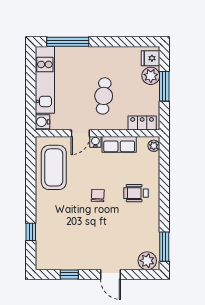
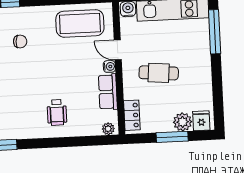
wheelchair: (136, 193) -> (57, 112), turned 180
chair: (98, 196) -> (20, 41), moved

